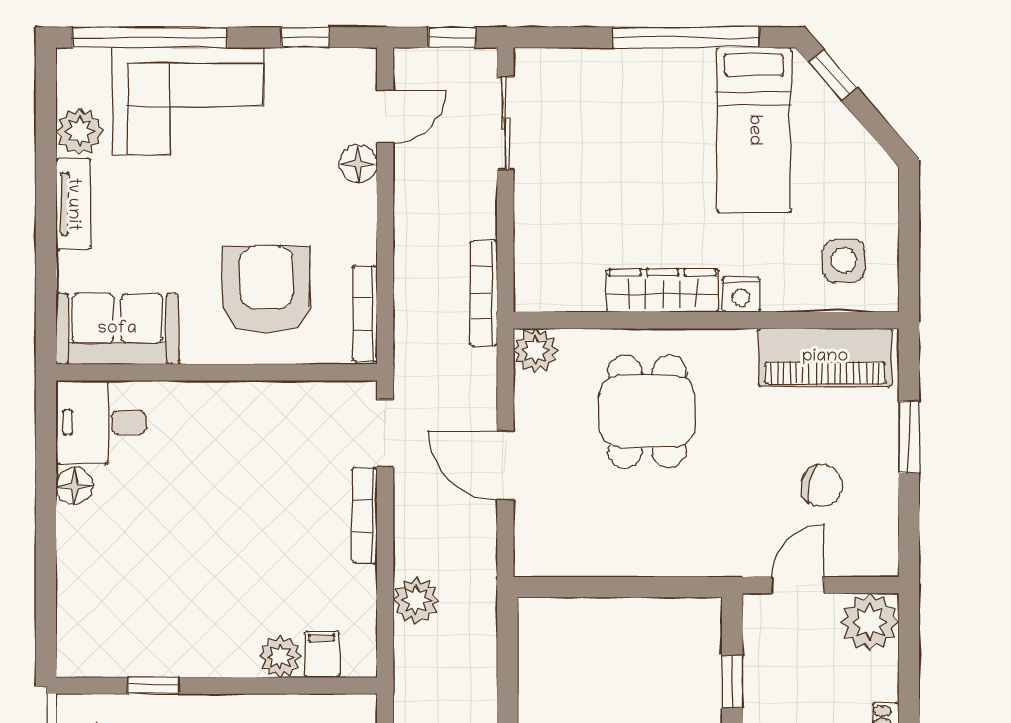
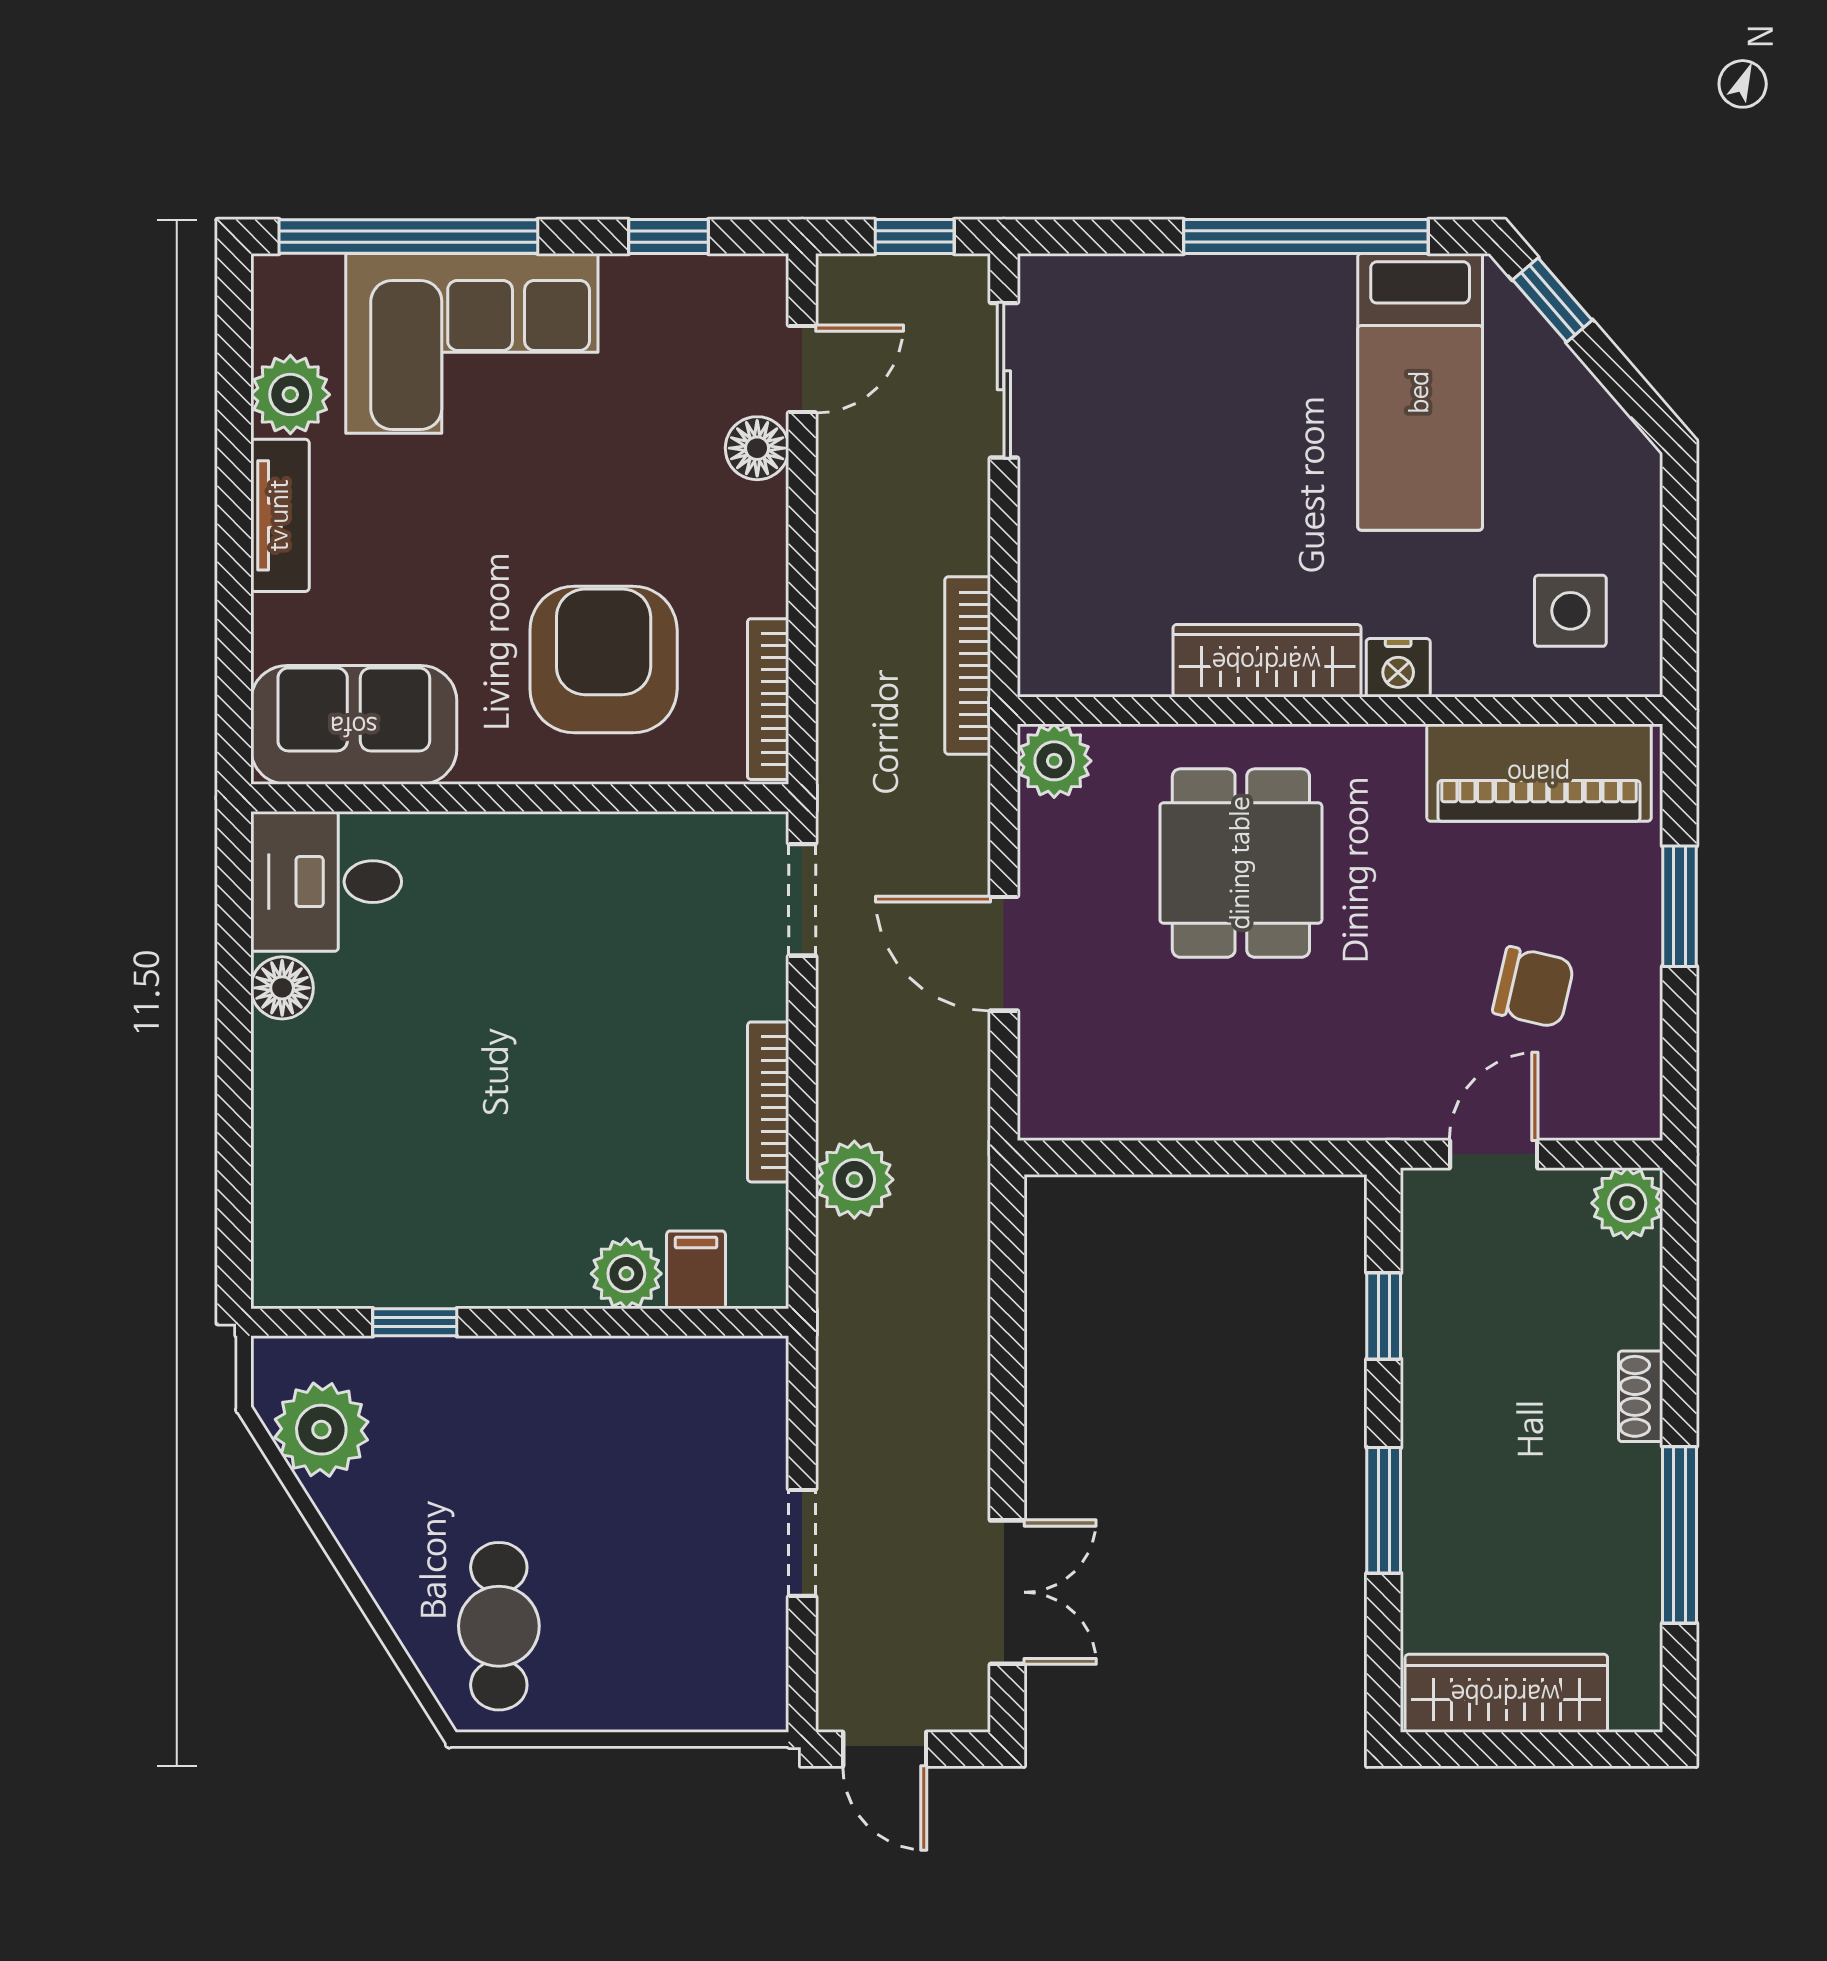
bookcase: (365, 516) -> (768, 1102), moved
plant: (870, 622) -> (1627, 1203), width x0.73, depth x0.73

